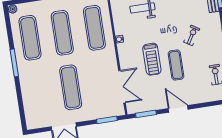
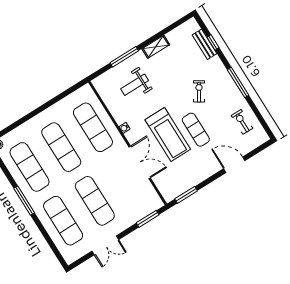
treadmill: (152, 59) -> (168, 134), width x1.37, depth x1.38
double door: (122, 87) -> (140, 162), moved
exercise mat: (38, 92) -> (63, 221), added
door: (178, 109) -> (234, 165), moved

